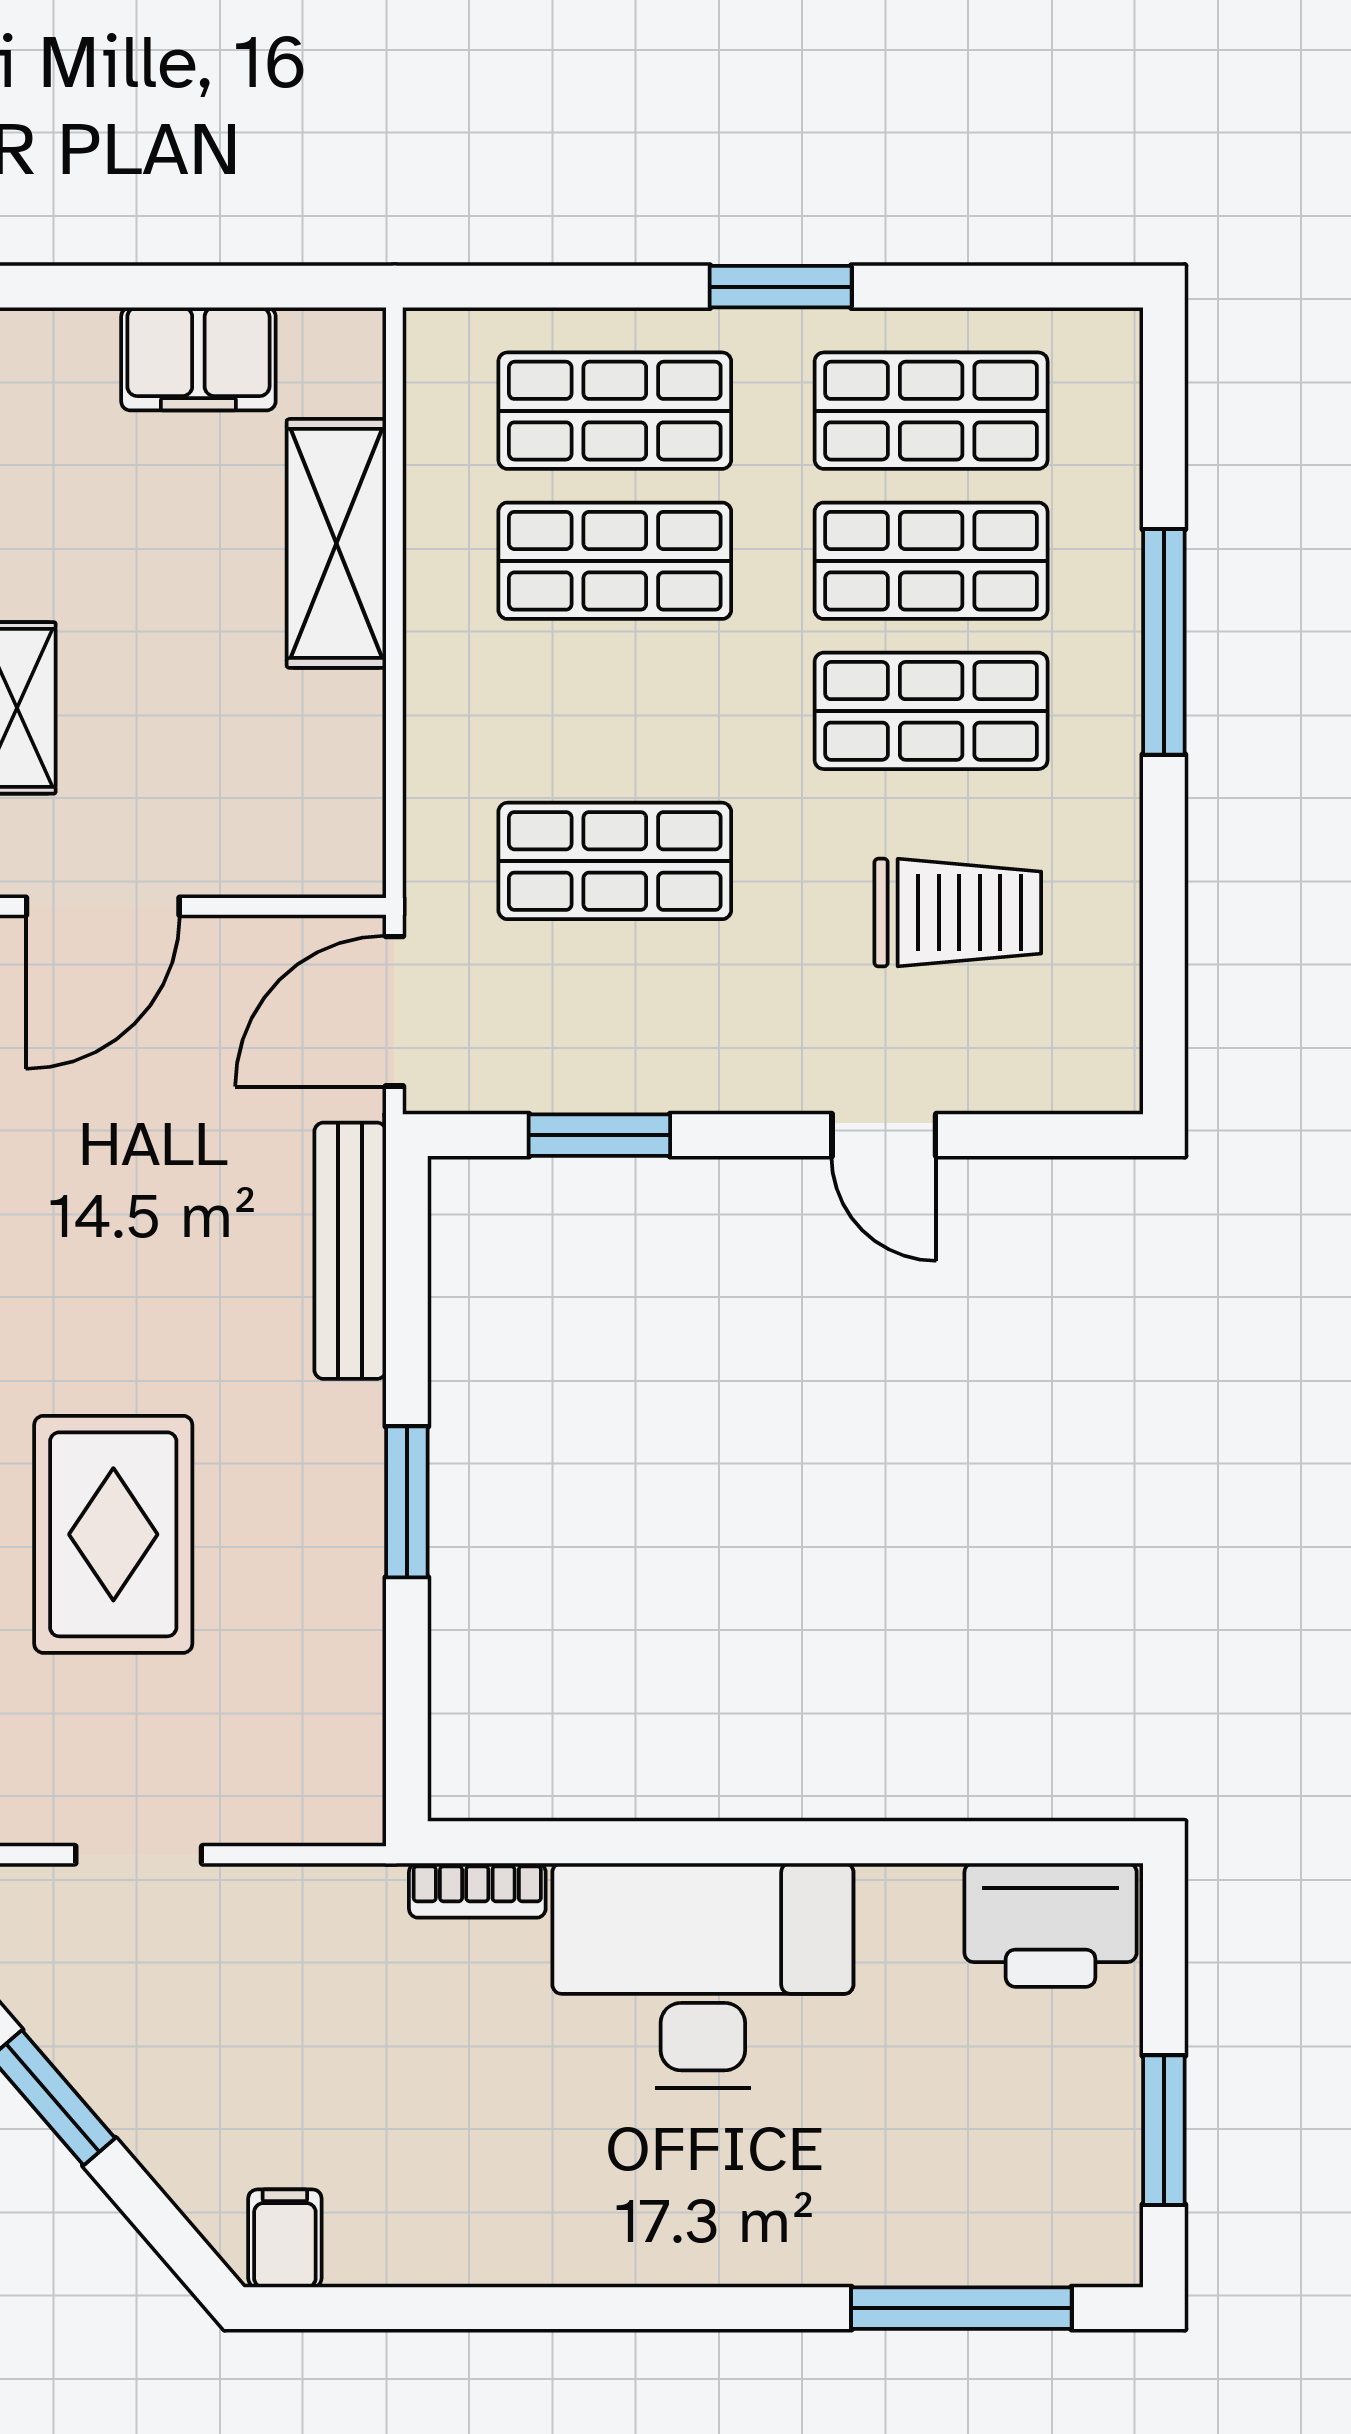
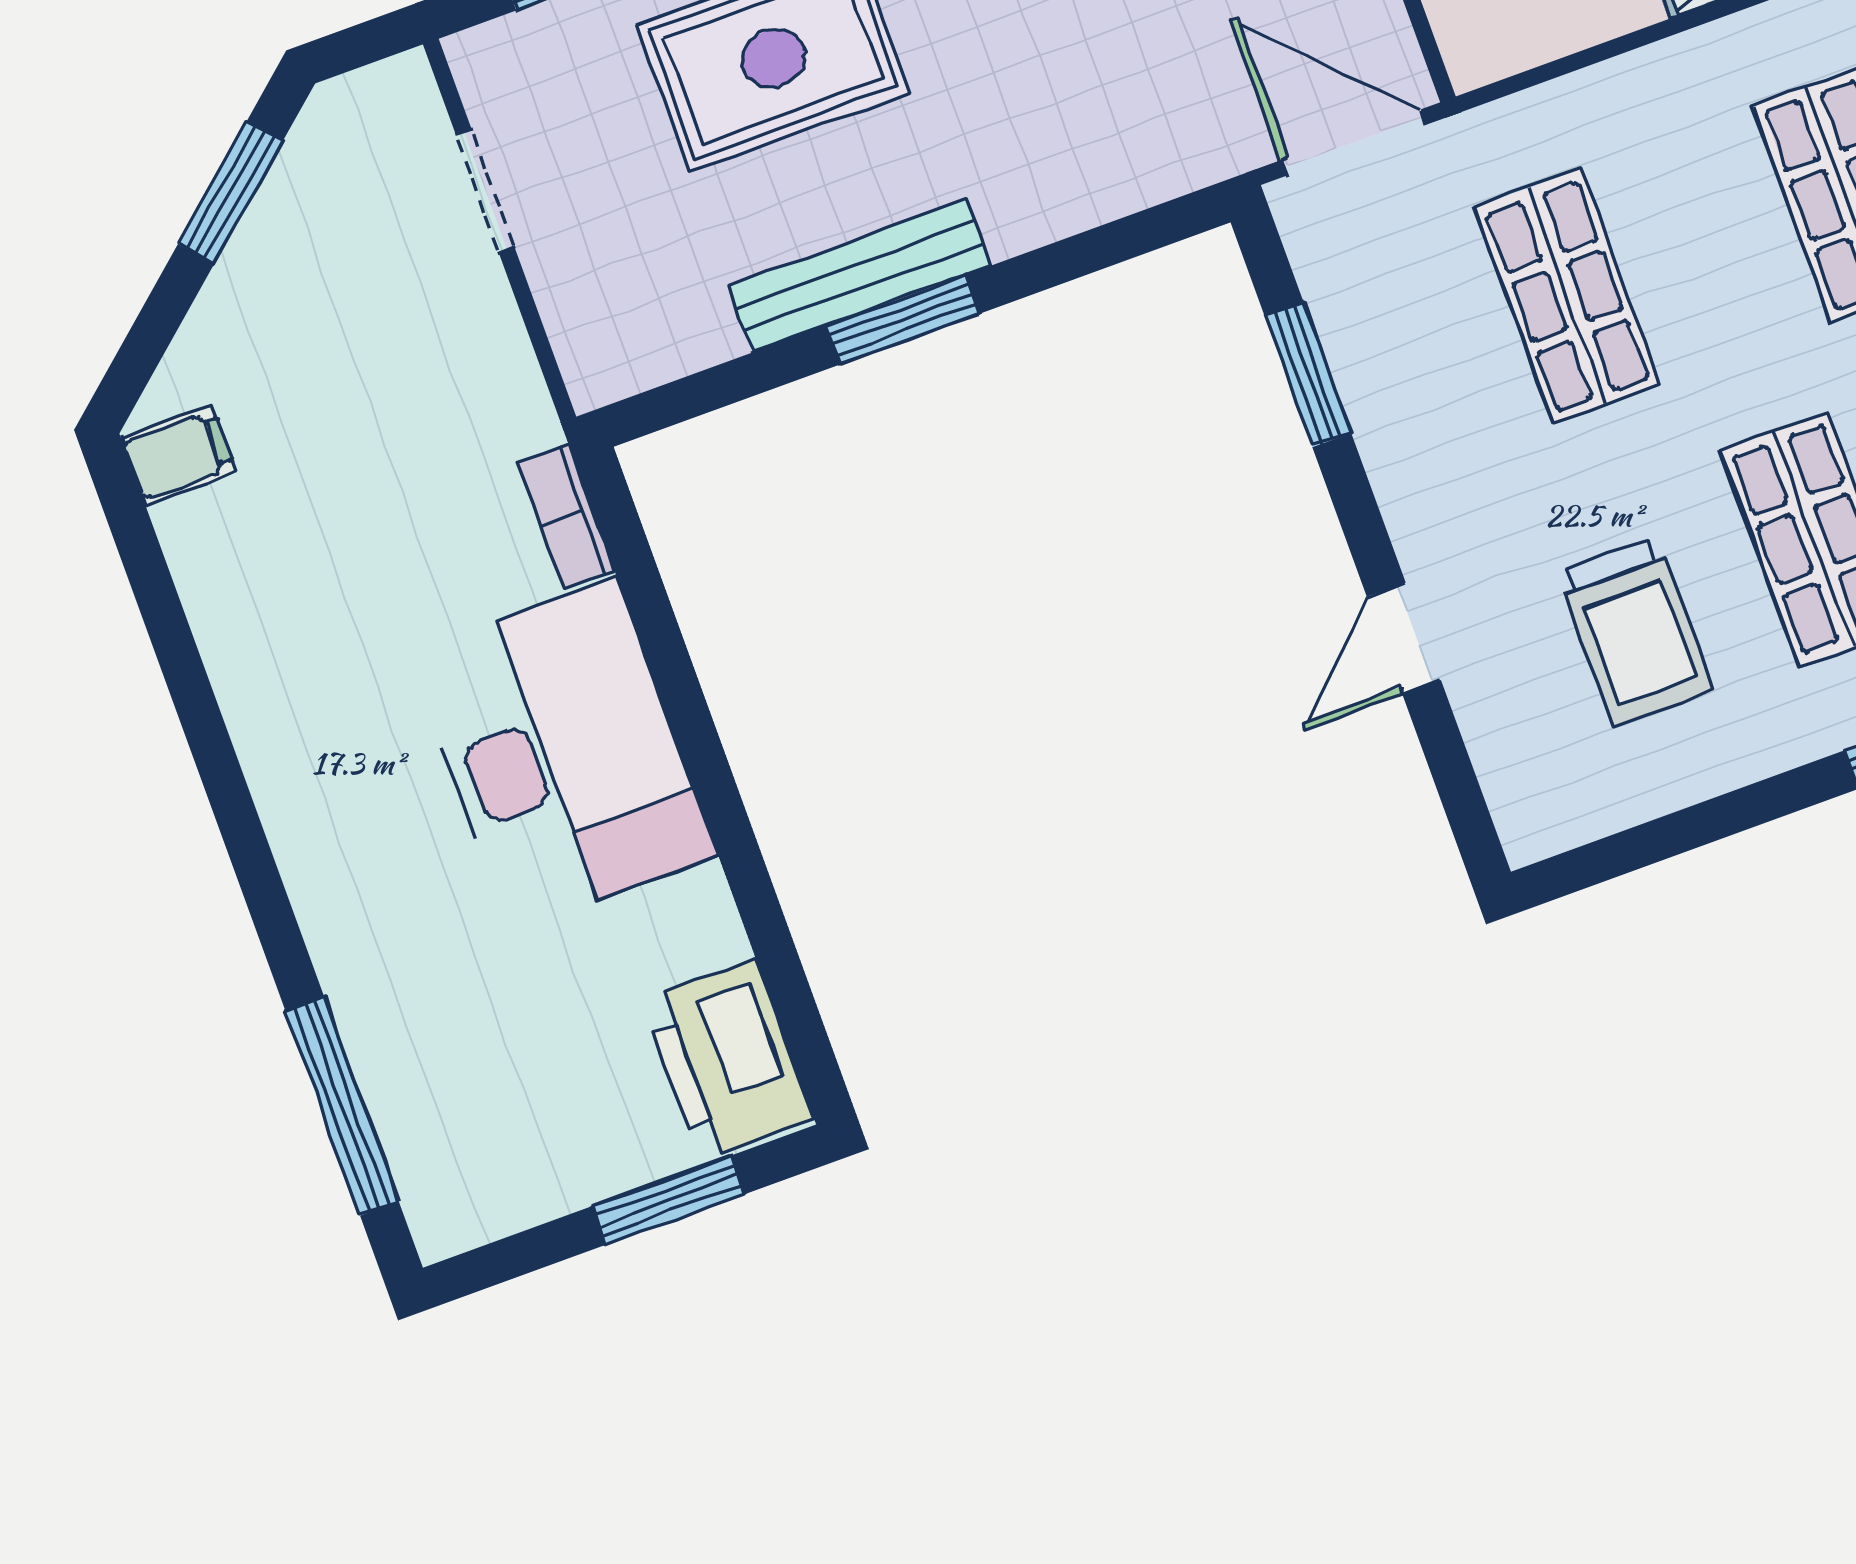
bench: (350, 1251) -> (859, 276), moved
window: (1164, 2130) -> (668, 1200), moved

